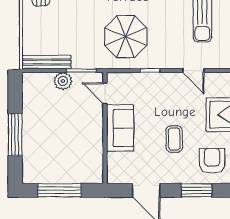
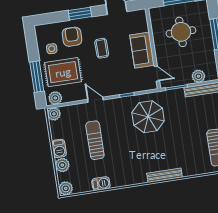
plant: (63, 81) -> (198, 76), moved
round table: (64, 145) -> (181, 32), added
armchair: (212, 161) -> (72, 37), turned 180

